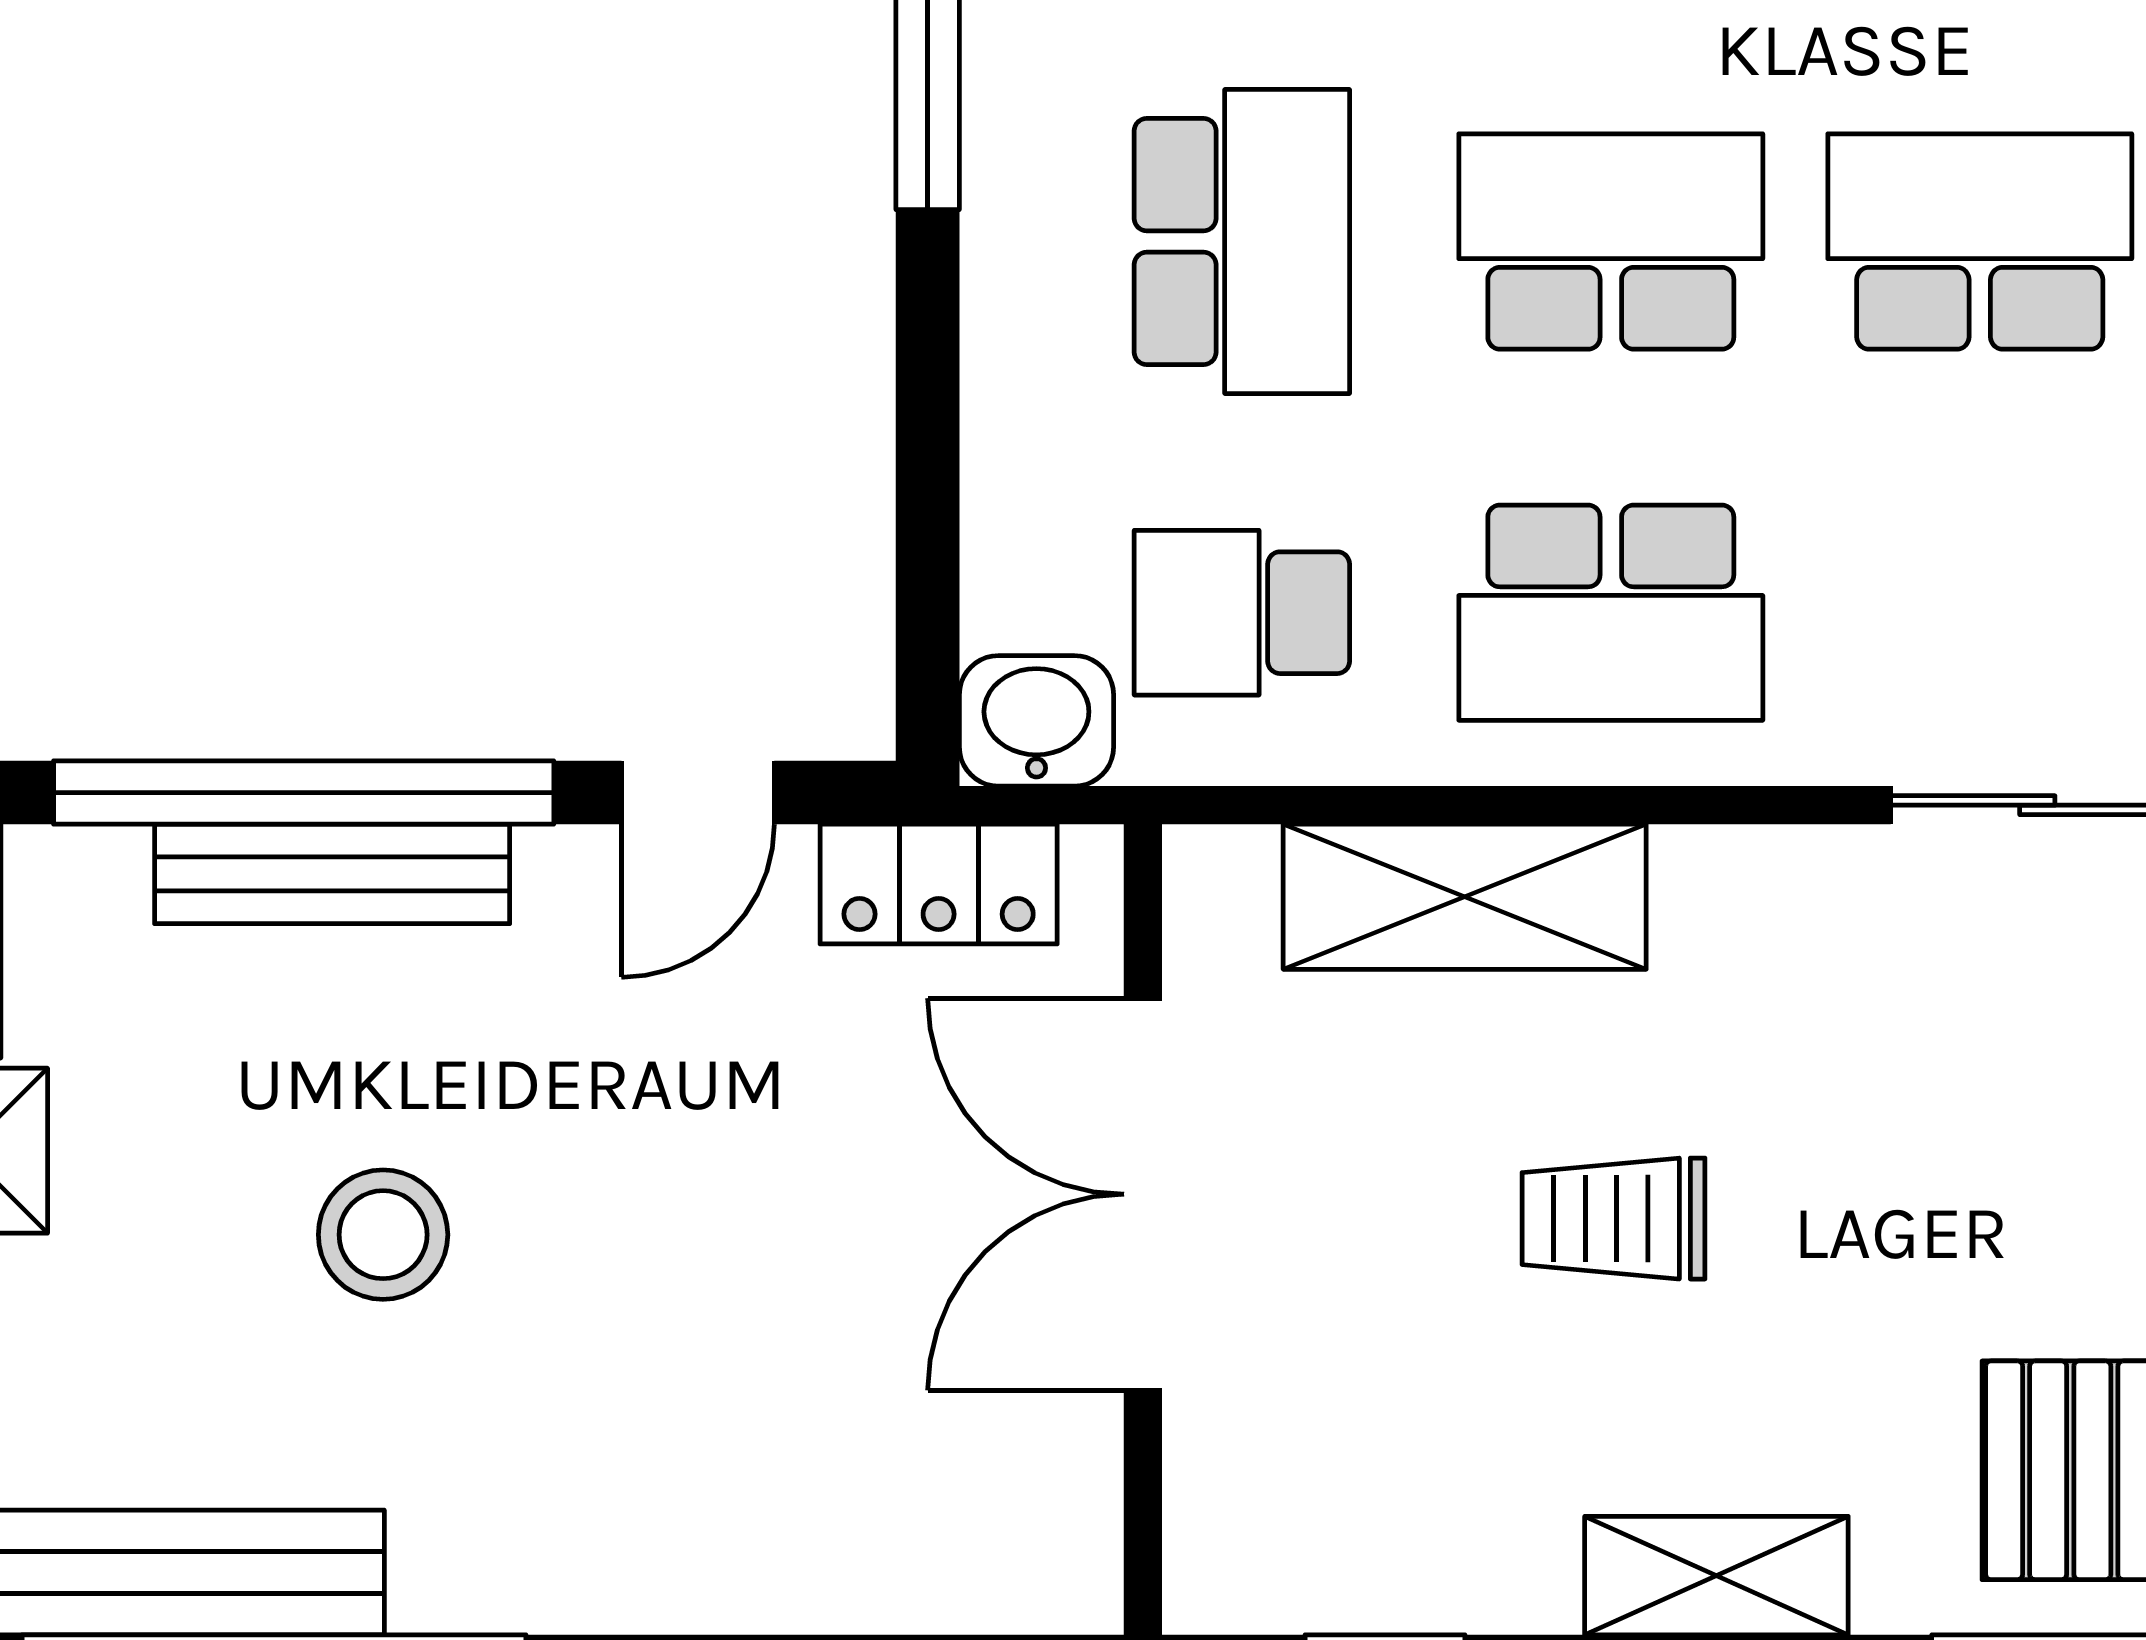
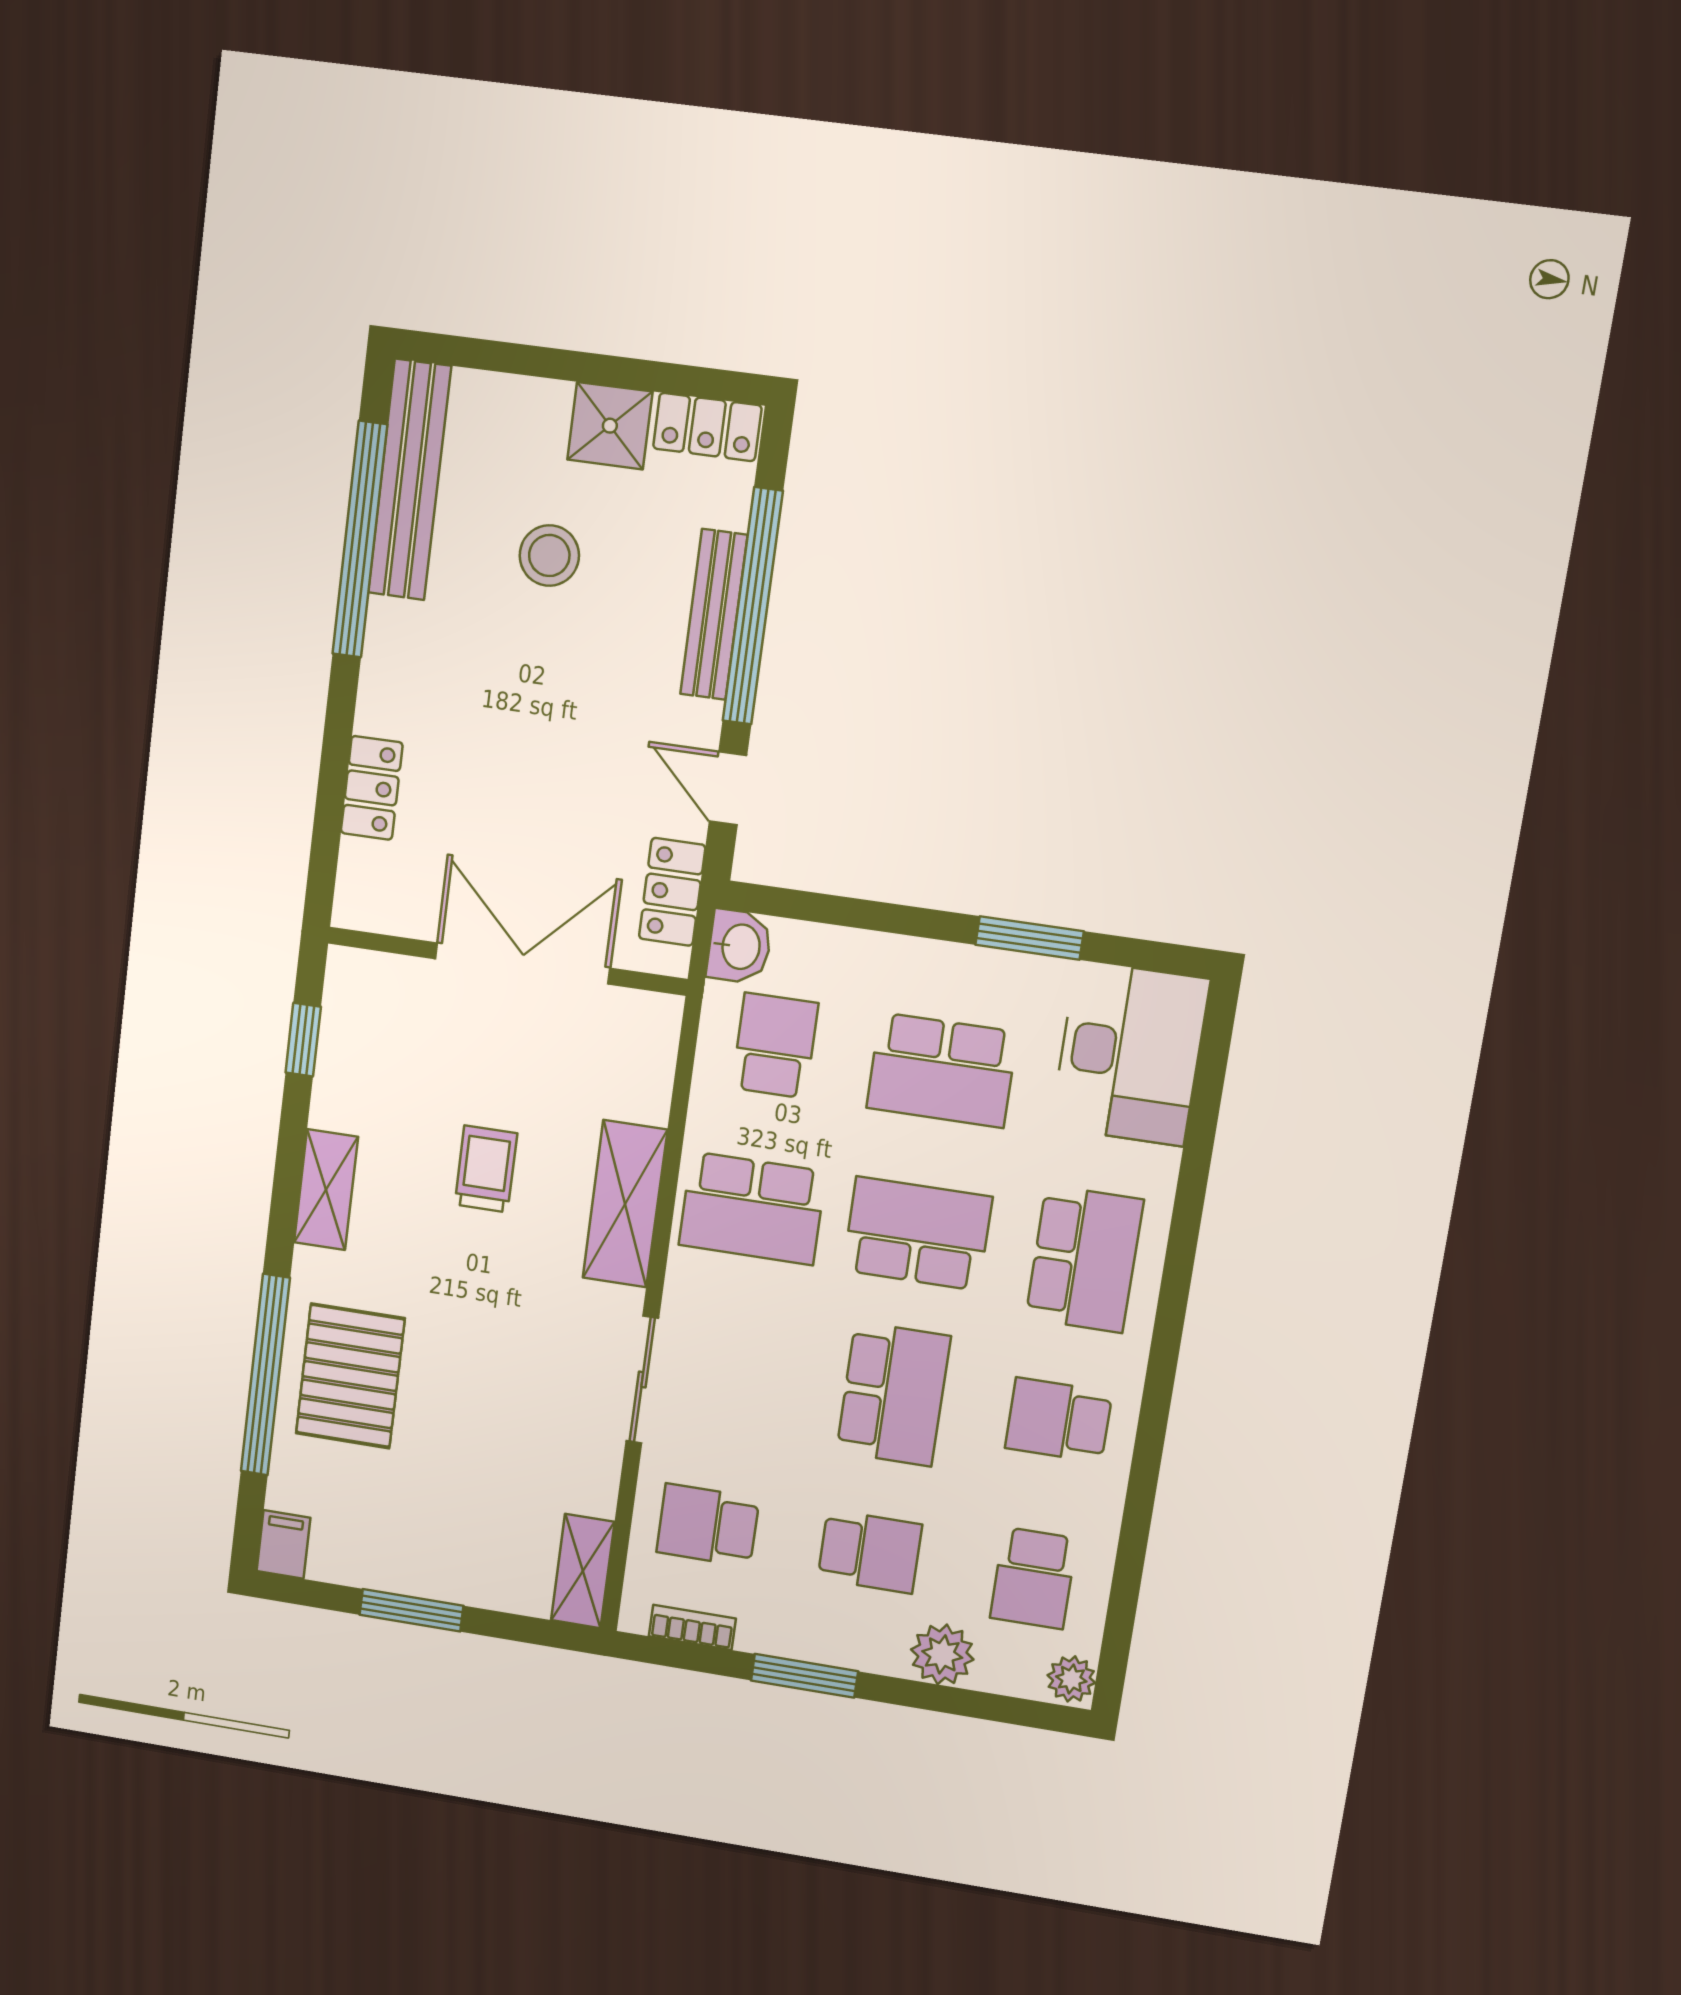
school desk: (1611, 242) -> (917, 1234), turned -90
school desk: (1611, 613) -> (752, 1208), turned -90
shelving: (1465, 897) -> (625, 1204), moved
stool: (383, 1235) -> (549, 555), moved
locker: (805, 1577) -> (372, 788), added

